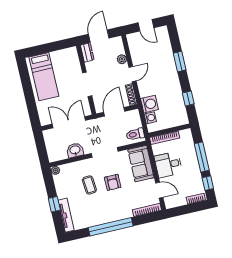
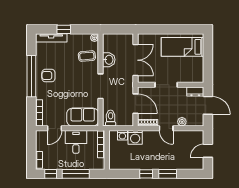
window: (188, 98) -> (146, 174), moved
armchair: (113, 182) -> (48, 76), moved
coffee table: (89, 185) -> (87, 56), moved

